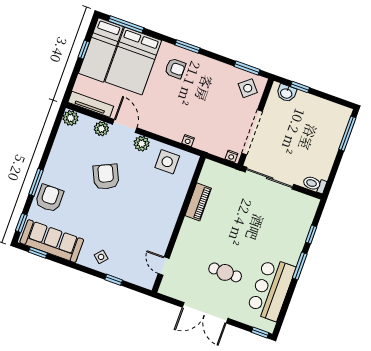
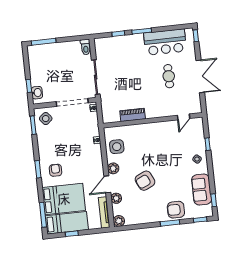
sofa: (52, 241) -> (202, 190), width x0.73

